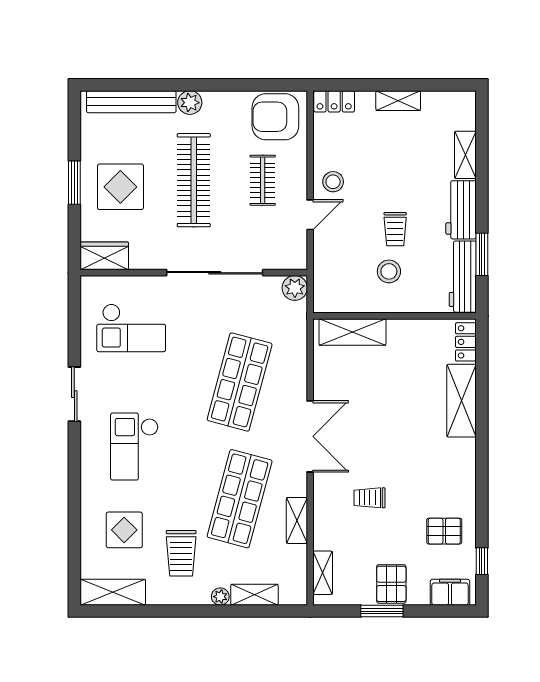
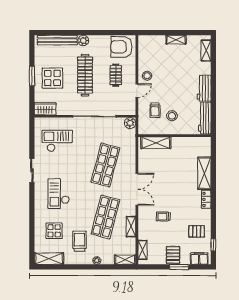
locker: (334, 101) -> (148, 40), removed
shelving: (465, 155) -> (206, 50), moved
trolley: (395, 229) -> (155, 110), moved
window: (482, 254) -> (213, 108), removed
checkout: (131, 328) -> (57, 141), turned 180
locker: (466, 342) -> (206, 199), moved
trolley: (181, 553) -> (79, 241), turned 180
shelving: (254, 595) -> (125, 260), moved
window: (382, 611) -> (179, 267), moved

